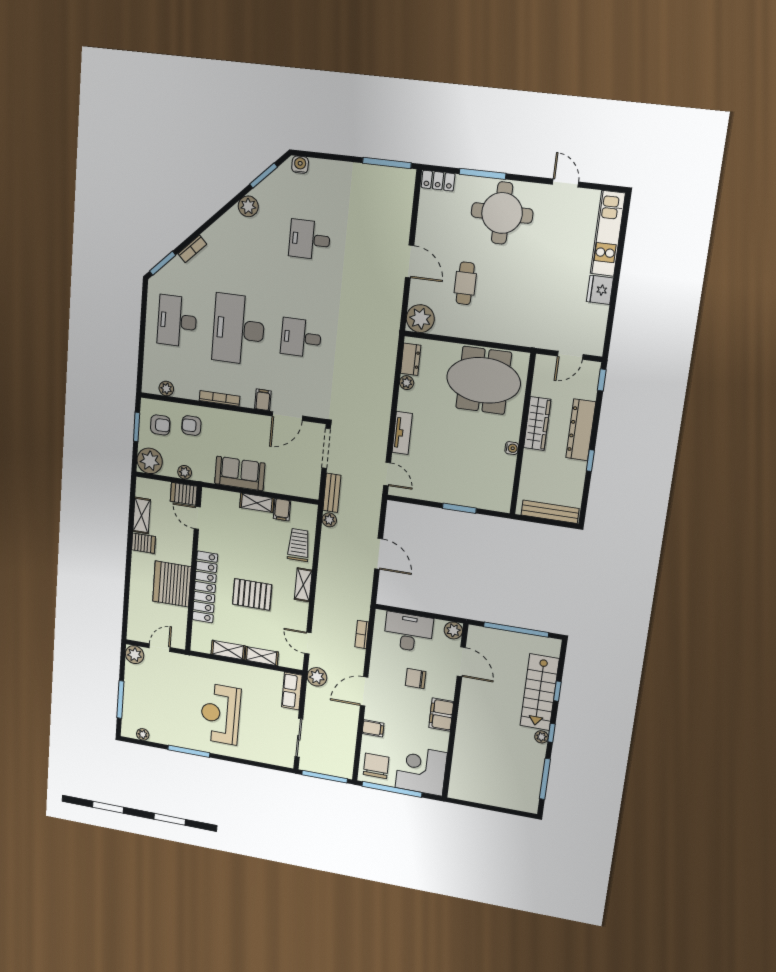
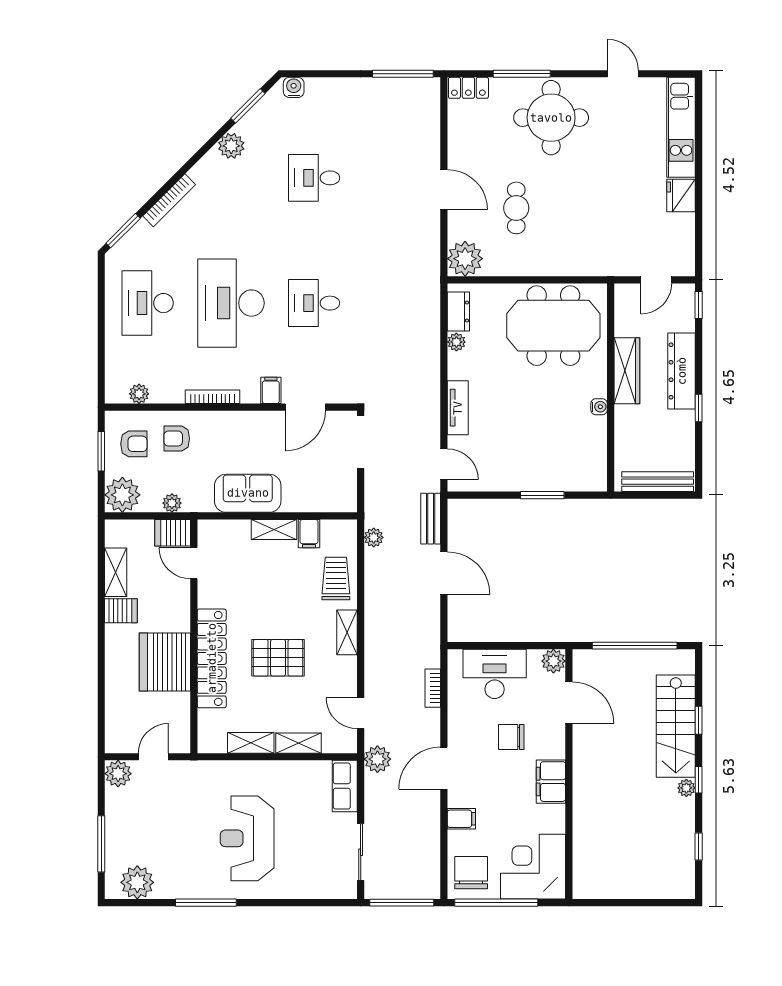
bookcase: (192, 249) -> (169, 200), width x1.56
bench: (332, 493) -> (431, 519), moved
plant: (143, 734) -> (137, 882), width x1.88, depth x1.88
window: (545, 779) -> (699, 846), width x0.46

